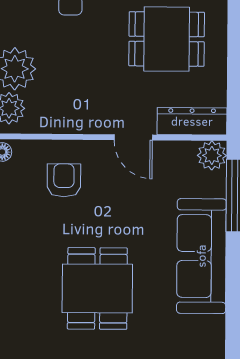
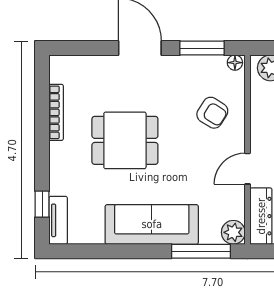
armchair: (64, 180) -> (212, 113), turned 32

